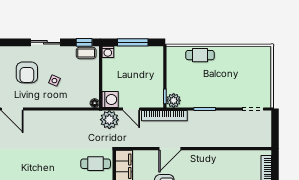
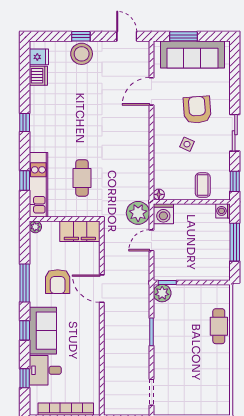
coffee table: (86, 53) -> (203, 185), moved
armchair: (27, 72) -> (197, 110), turned 86
bookcase: (164, 116) -> (143, 282), removed
cafe table: (96, 164) -> (82, 178), moved

